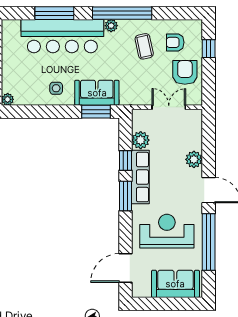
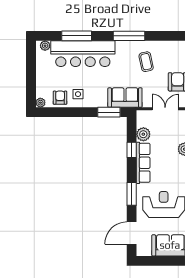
window: (122, 13) -> (129, 36), width x0.68
plant: (111, 26) -> (45, 46), moved
armchair: (175, 42) -> (60, 98), moved, turned 90
sofa: (97, 93) -> (125, 98), moved
window: (125, 196) -> (132, 194), moved

